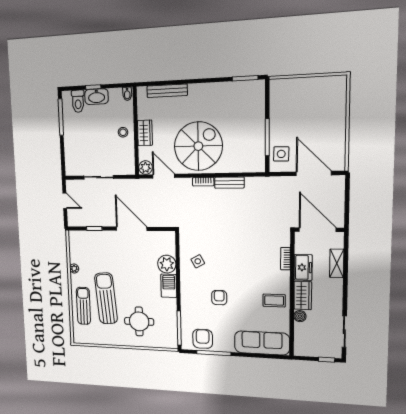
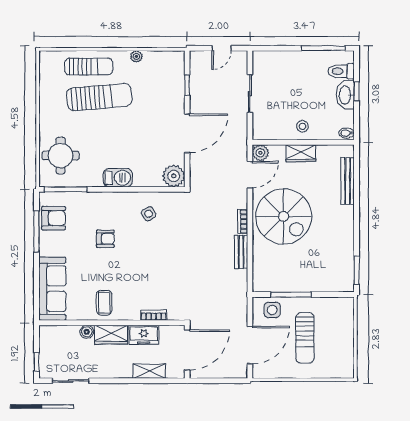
sun lounger: (307, 123) -> (305, 338), added
plant: (167, 264) -> (174, 176), moved
round table: (139, 321) -> (61, 156), moved

